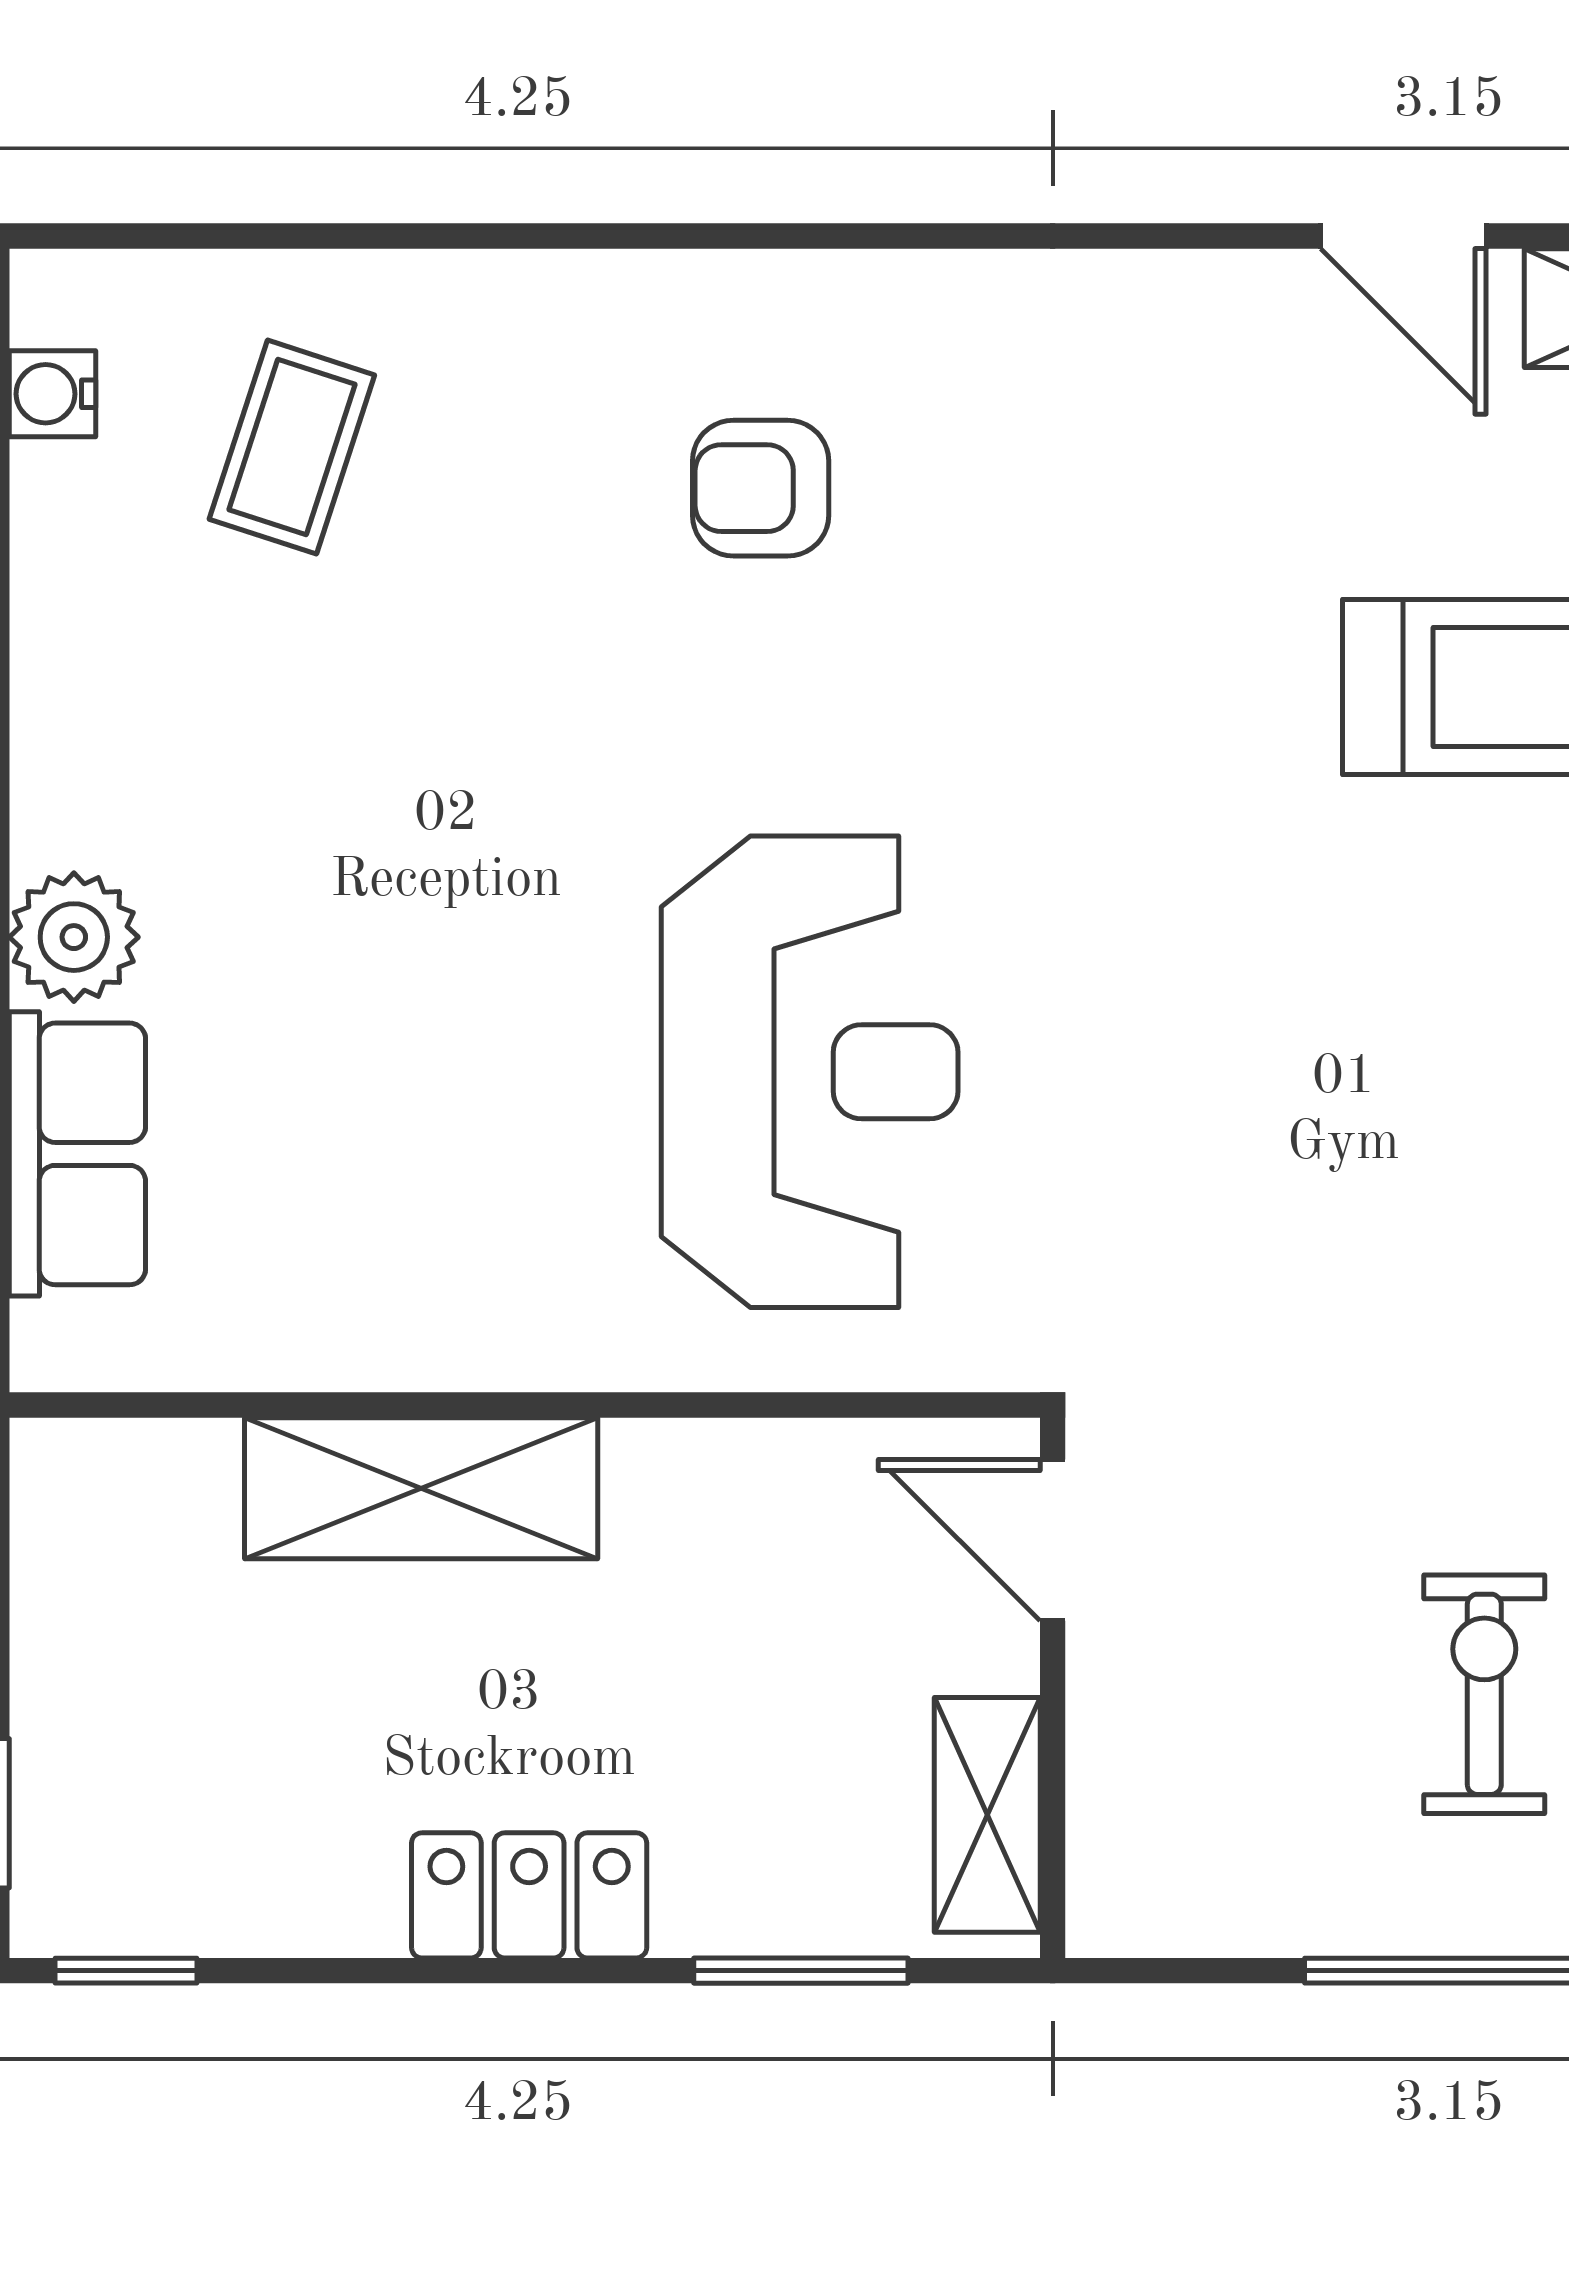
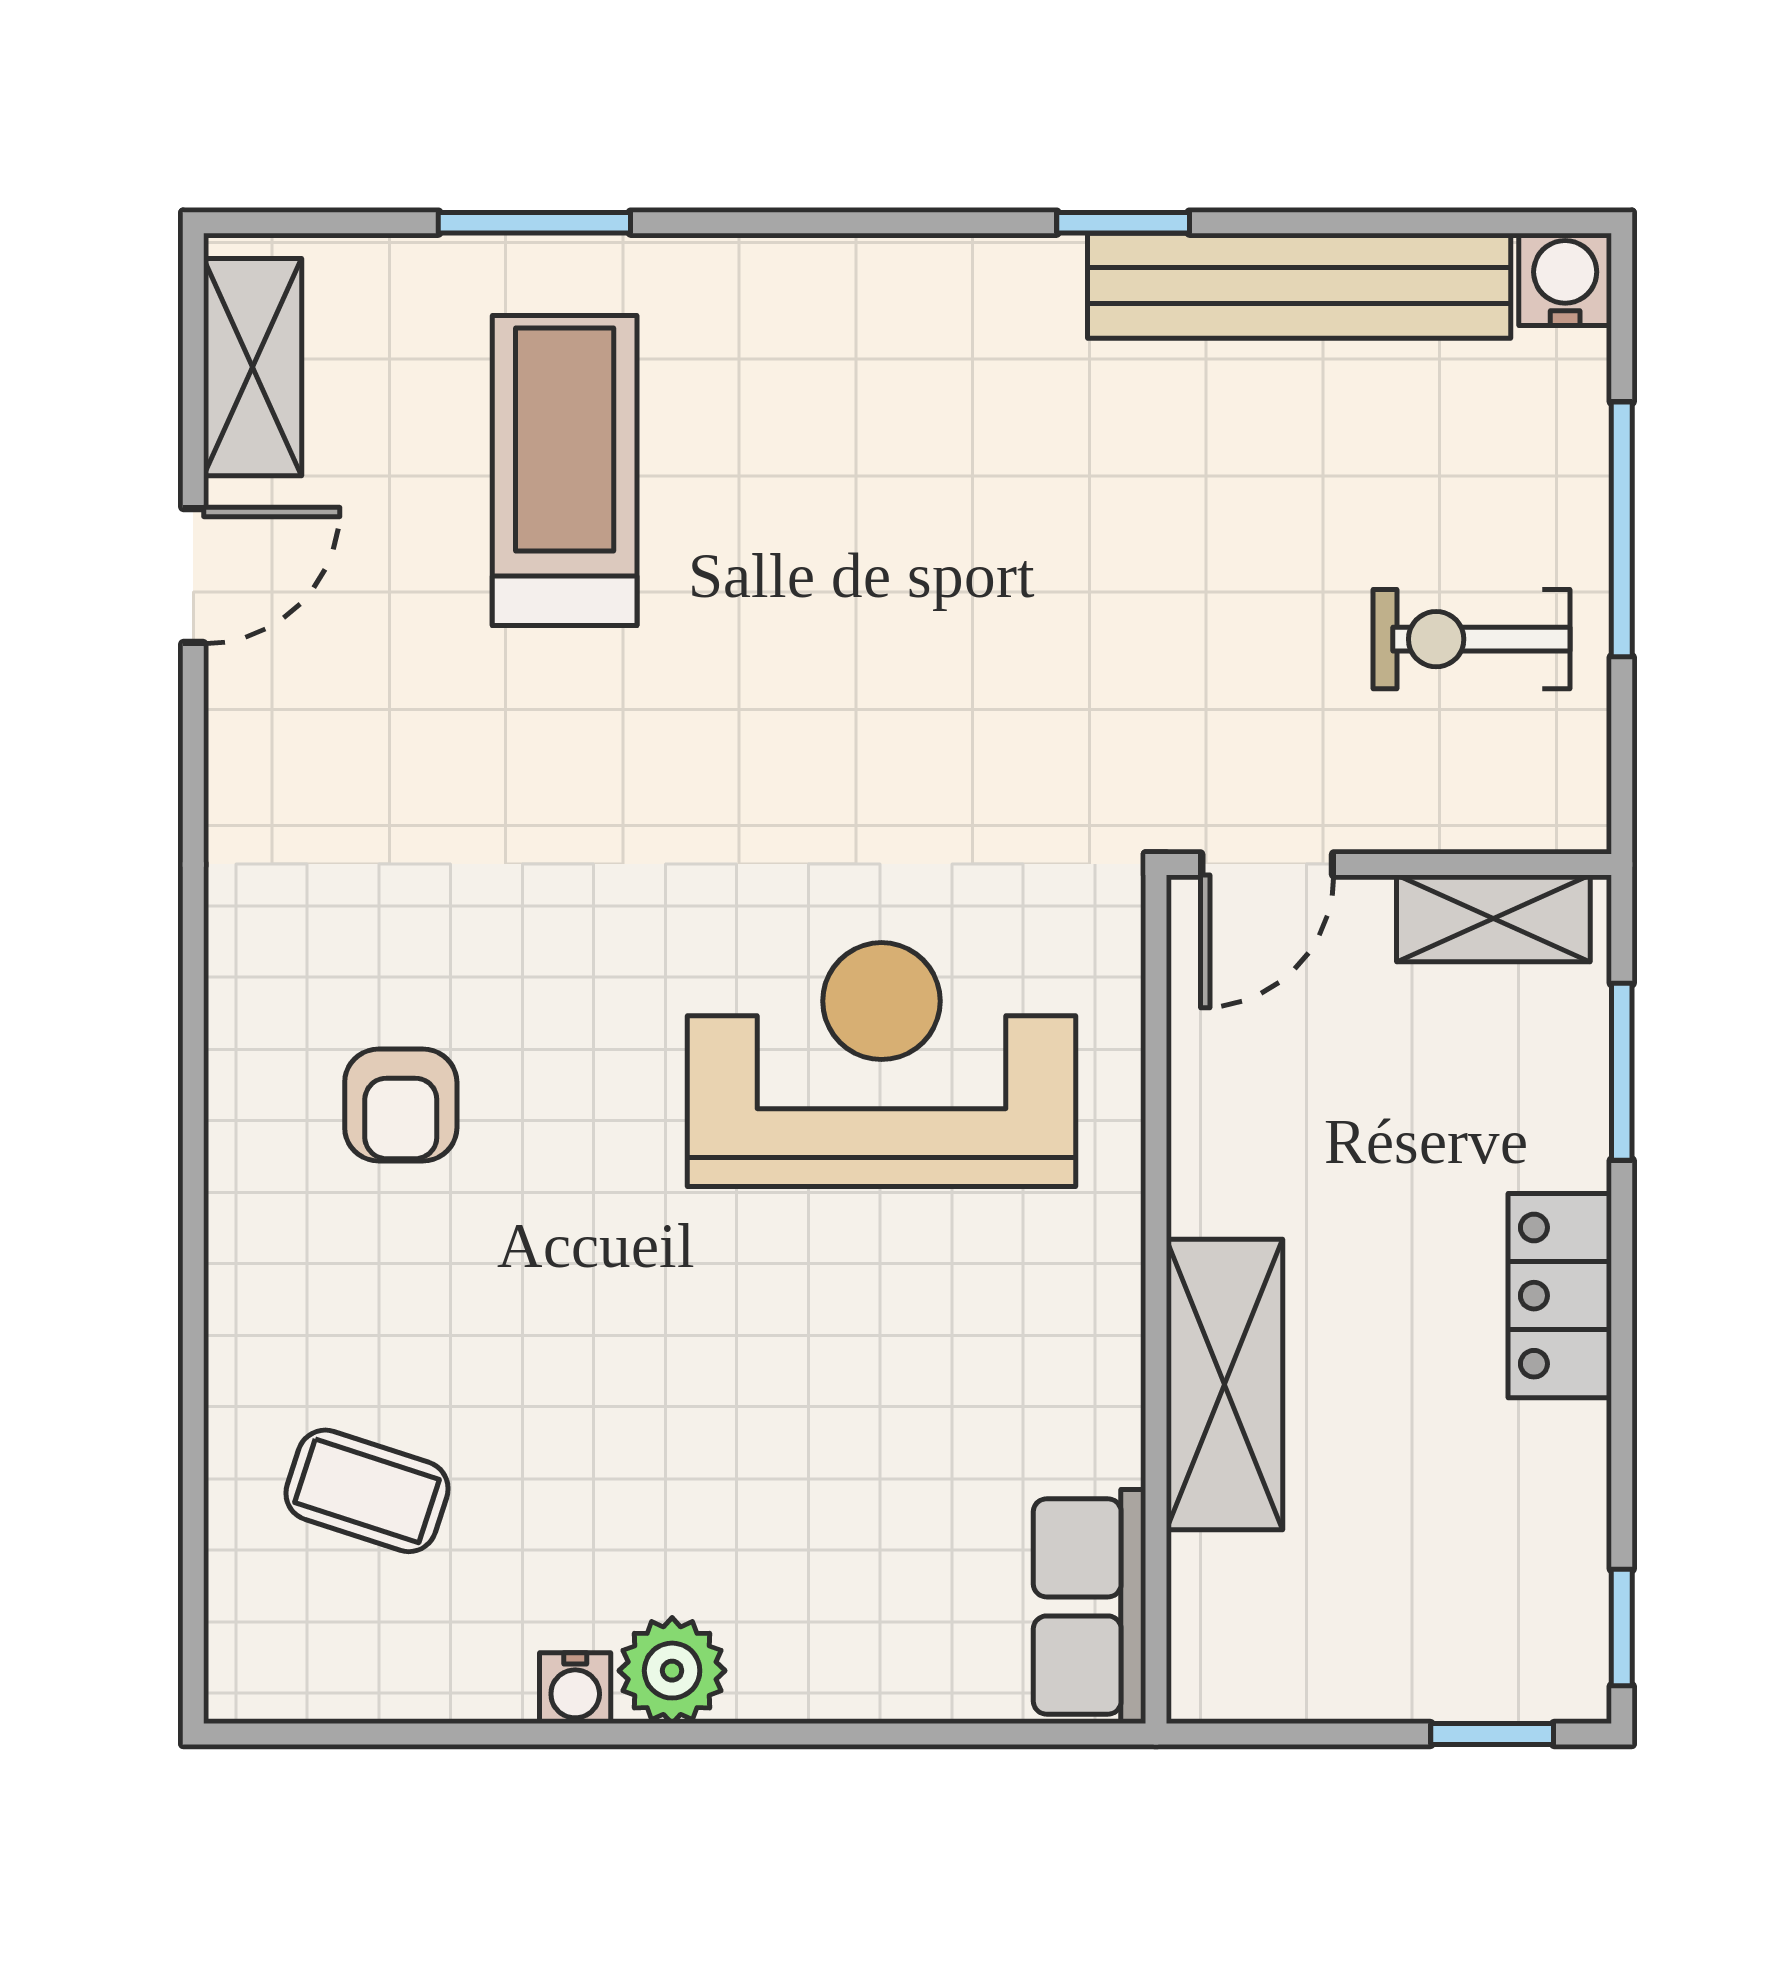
water cooler: (52, 394) -> (575, 1688), moved
plant: (74, 937) -> (672, 1671), moved
row of seats: (77, 1154) -> (1090, 1606), moved, turned -90
exercise bike: (1484, 1694) -> (1471, 639), moved

